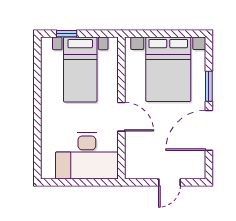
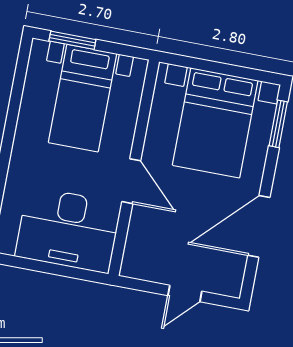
window: (67, 34) -> (72, 40), width x1.50
window: (209, 86) -> (278, 124), moved

